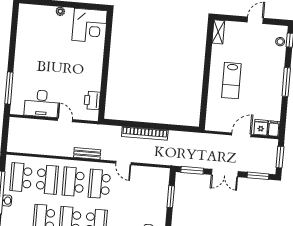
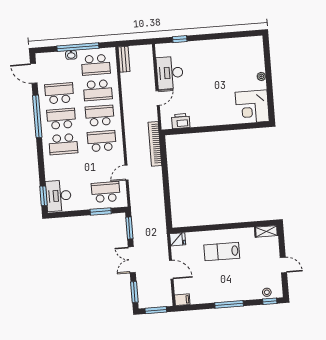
window: (9, 88) -> (180, 39), width x0.46
fridge: (261, 127) -> (178, 239), moved
bookcase: (145, 133) -> (155, 144), moved
bench: (87, 153) -> (124, 59), moved
door: (123, 163) -> (127, 173), moved
school desk: (21, 177) -> (96, 65), turned 180
school desk: (152, 188) -> (106, 192), added

